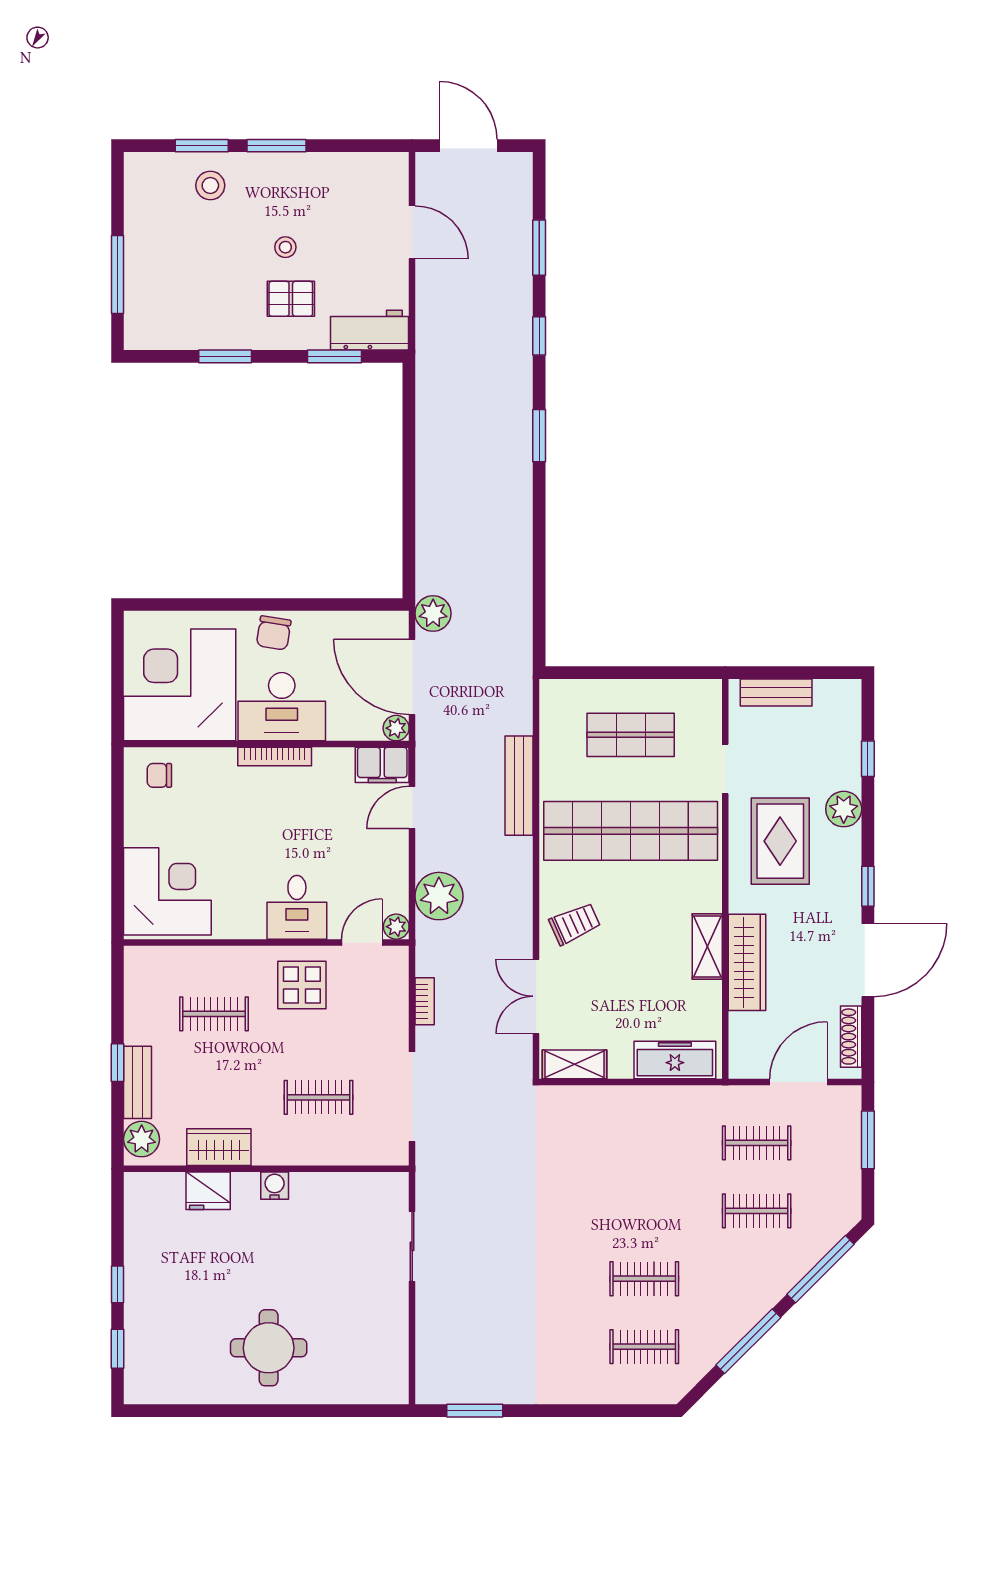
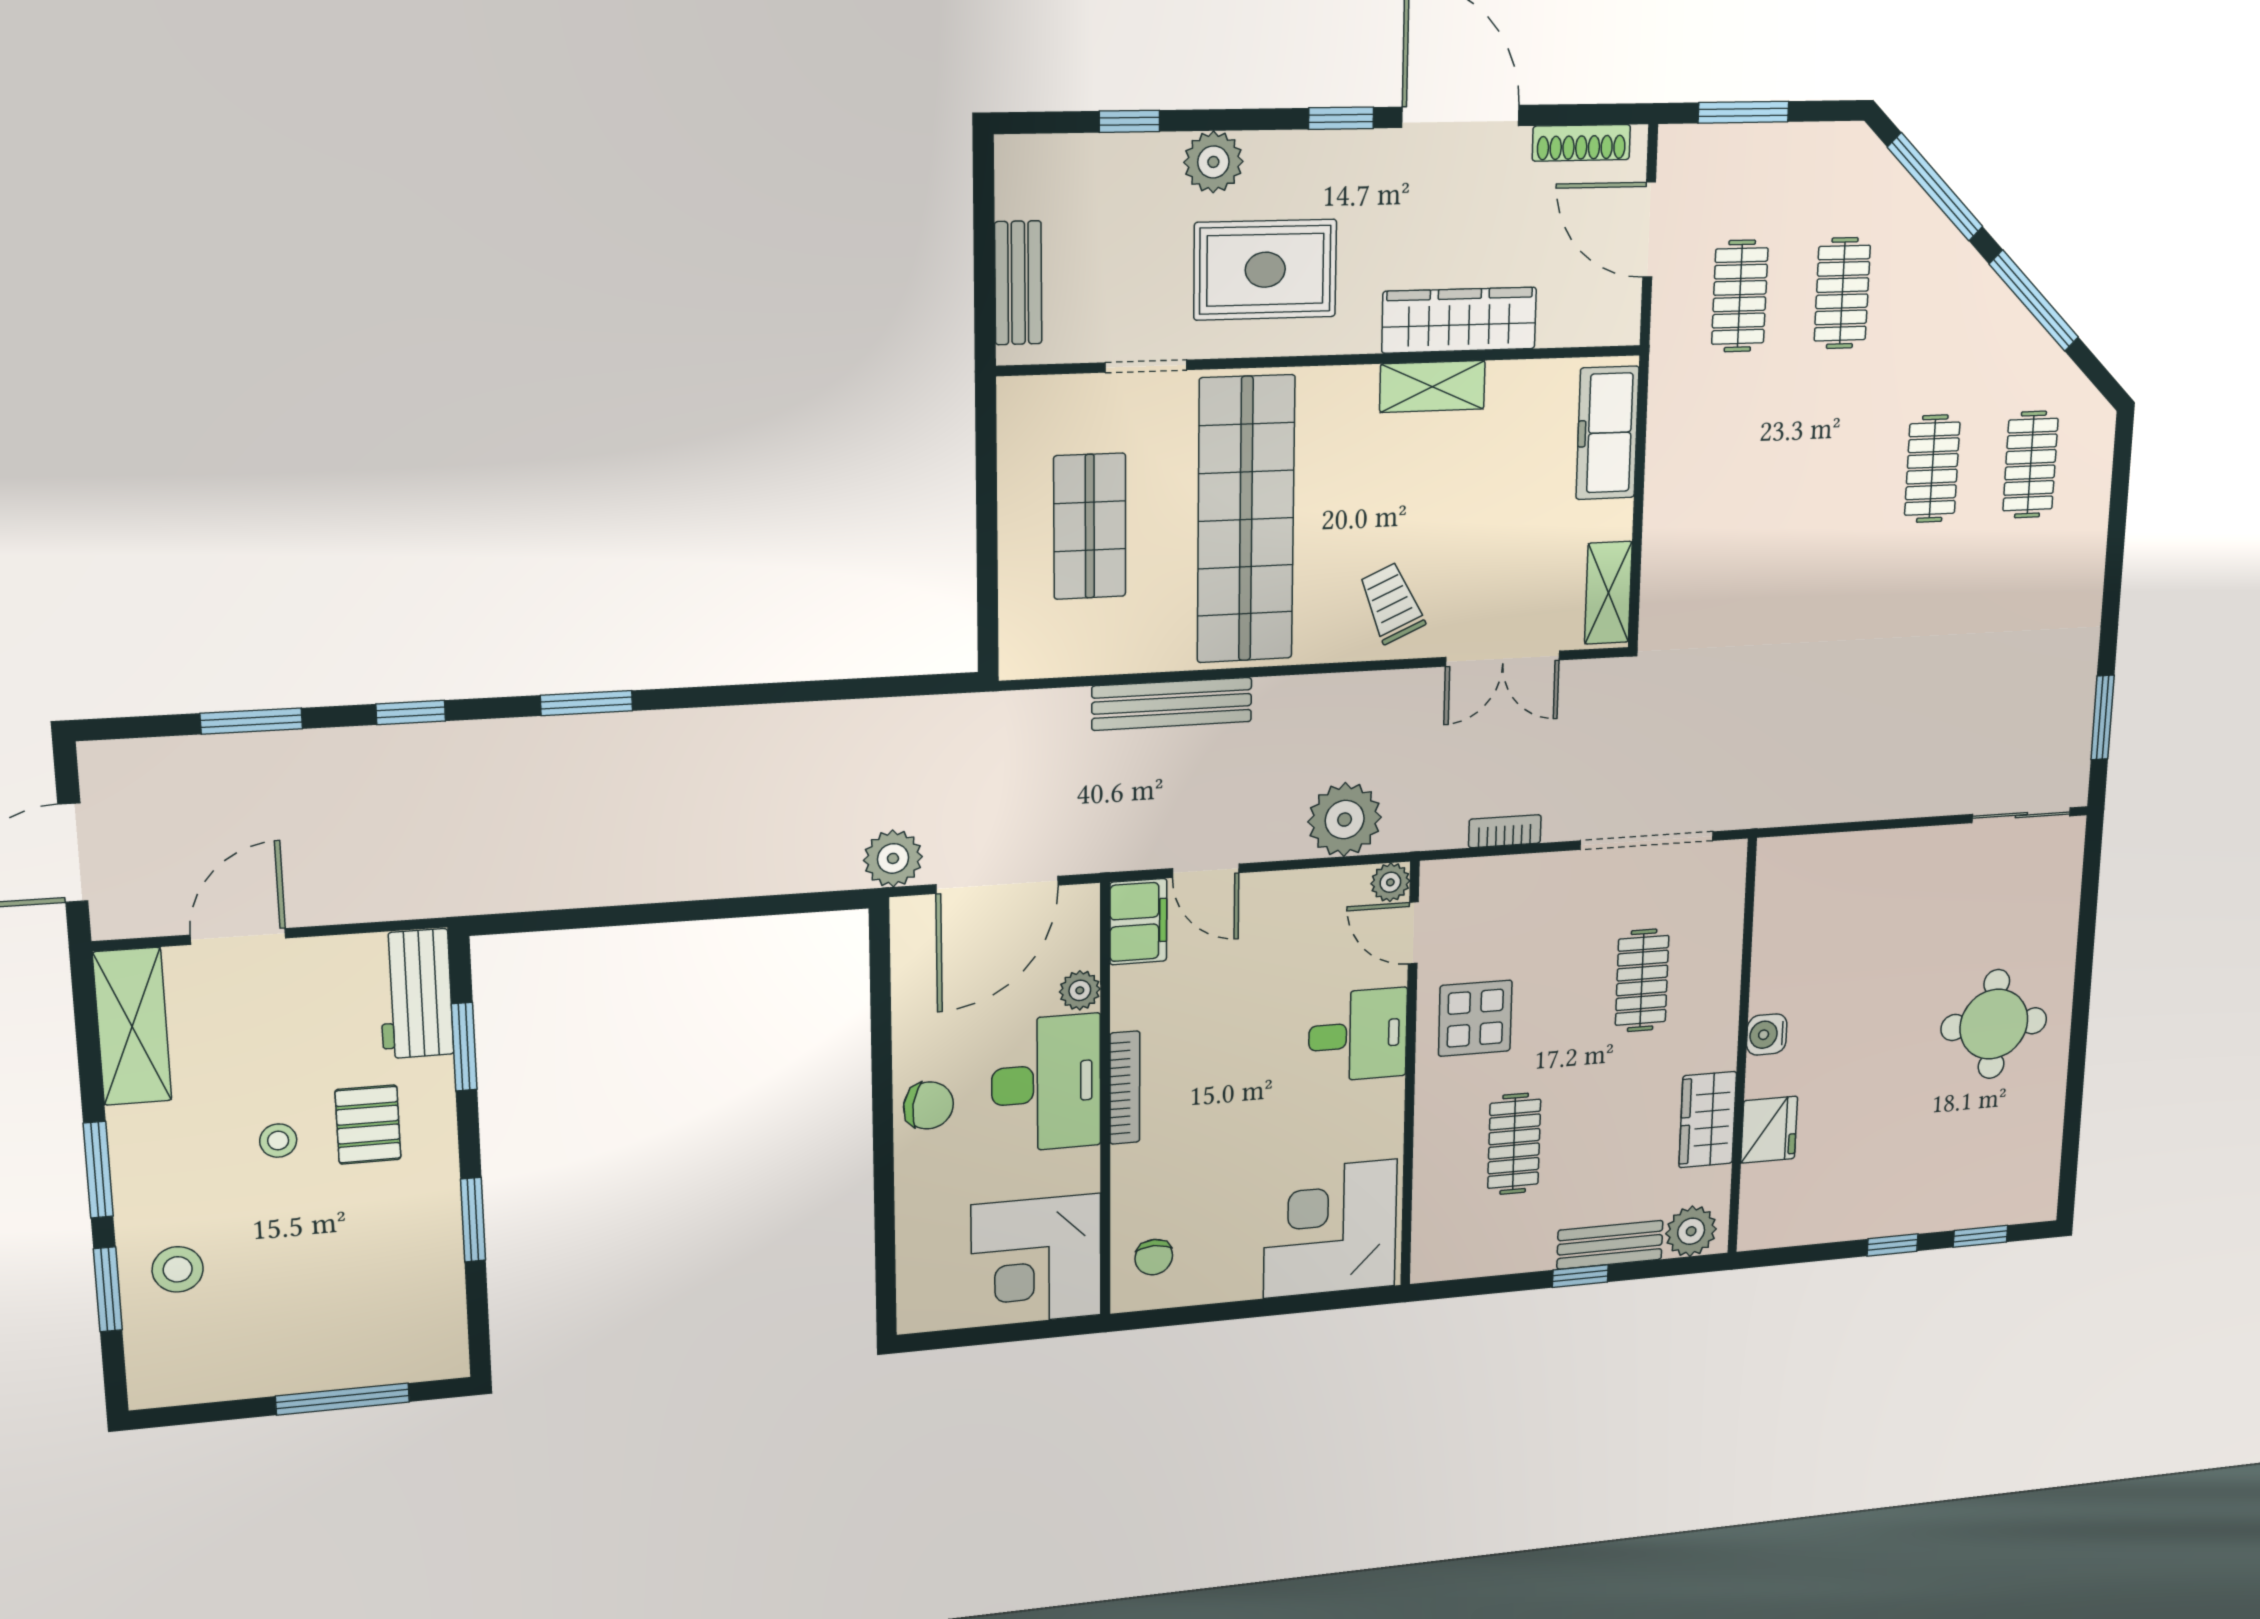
shelving: (362, 170) -> (132, 1027), added
corner desk: (180, 685) -> (1036, 1260), width x0.74, depth x0.74
plant: (396, 728) -> (1080, 990), moved
sliding door: (412, 1246) -> (2021, 815), moved

